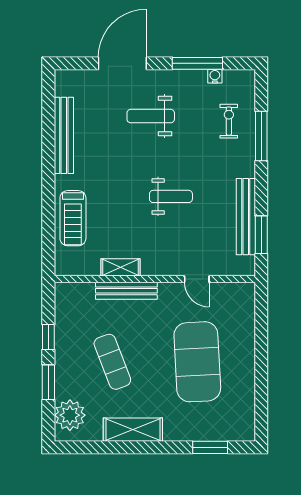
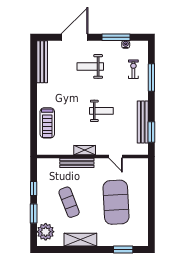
bench: (64, 135) -> (42, 62), moved
shelving: (120, 267) -> (85, 150), moved

